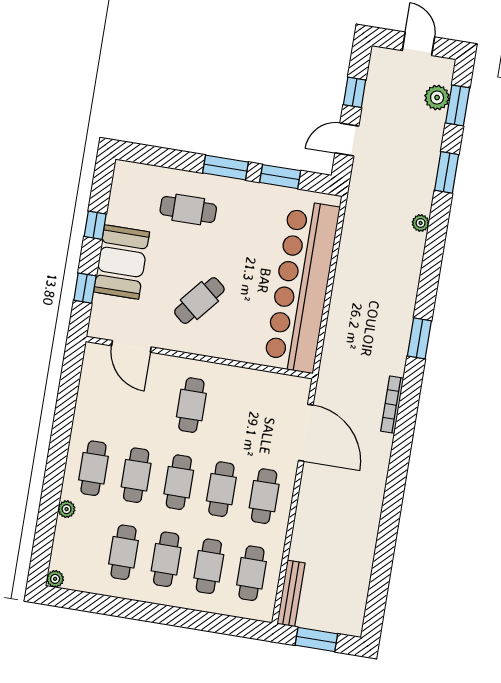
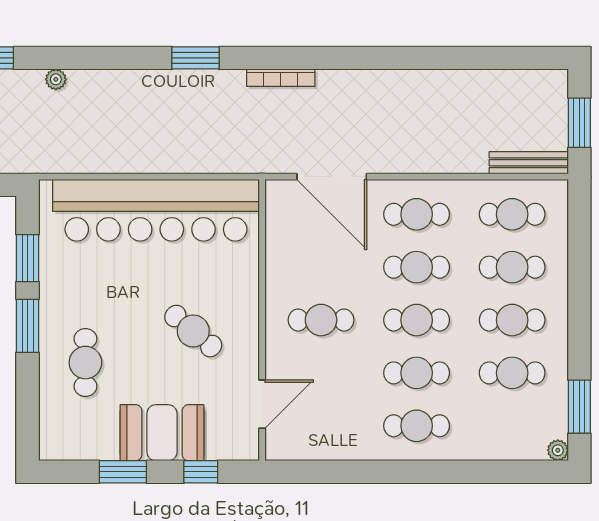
window: (95, 225) -> (123, 472), width x1.50
door: (306, 433) -> (332, 177), swing flipped
plant: (67, 509) -> (471, 450), removed
window: (87, 602) -> (579, 407), added

